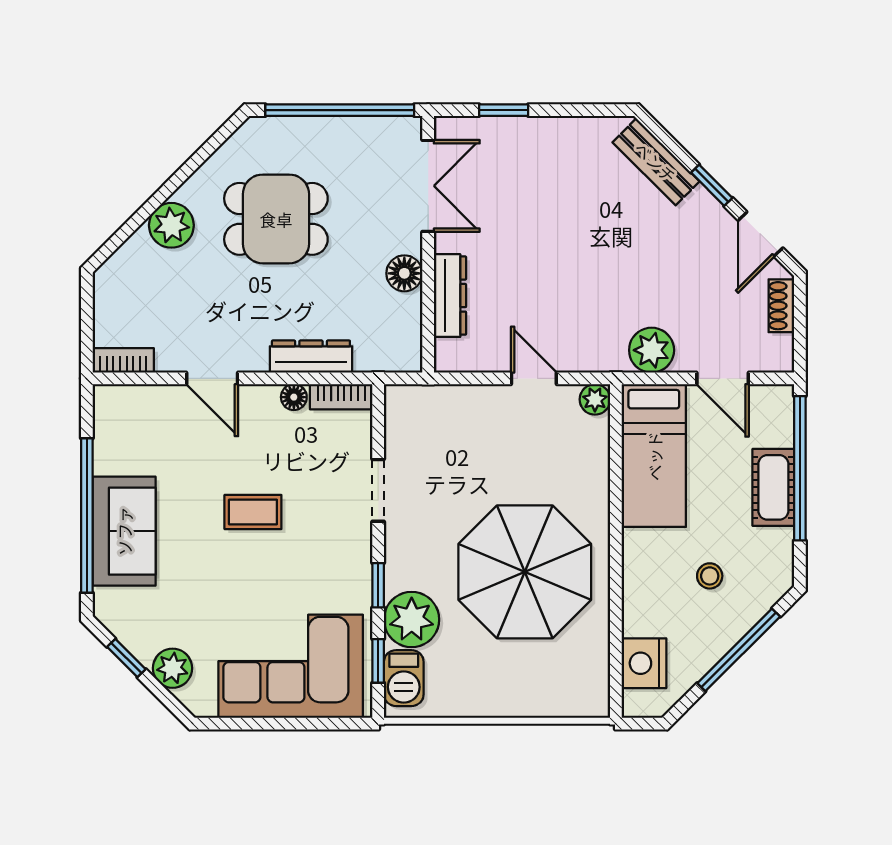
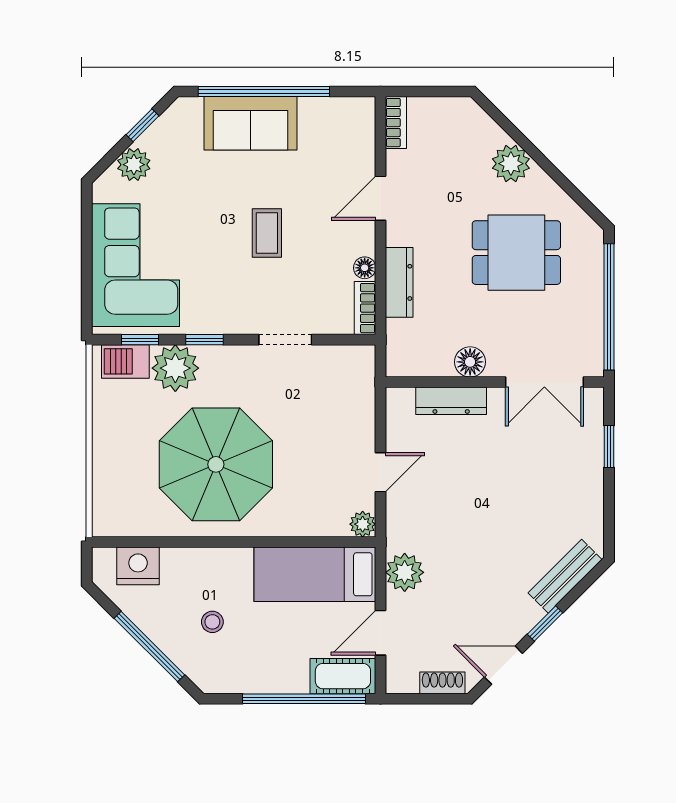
dining table: (276, 219) -> (516, 253), turned 90
cot: (773, 487) -> (343, 676), moved

